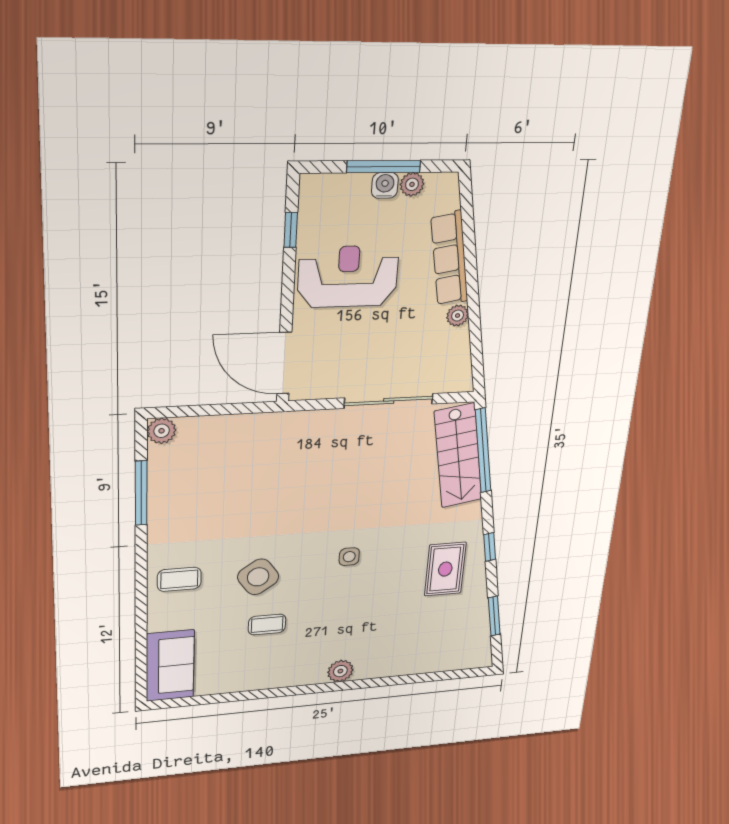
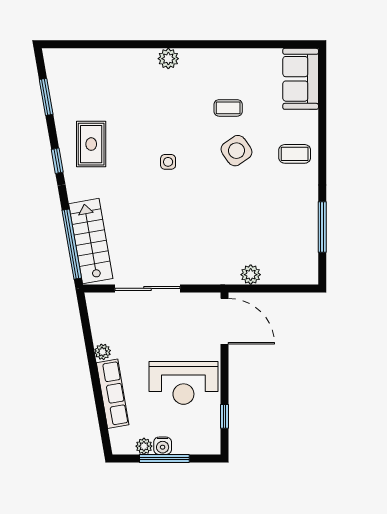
plant: (162, 431) -> (251, 275), moved

